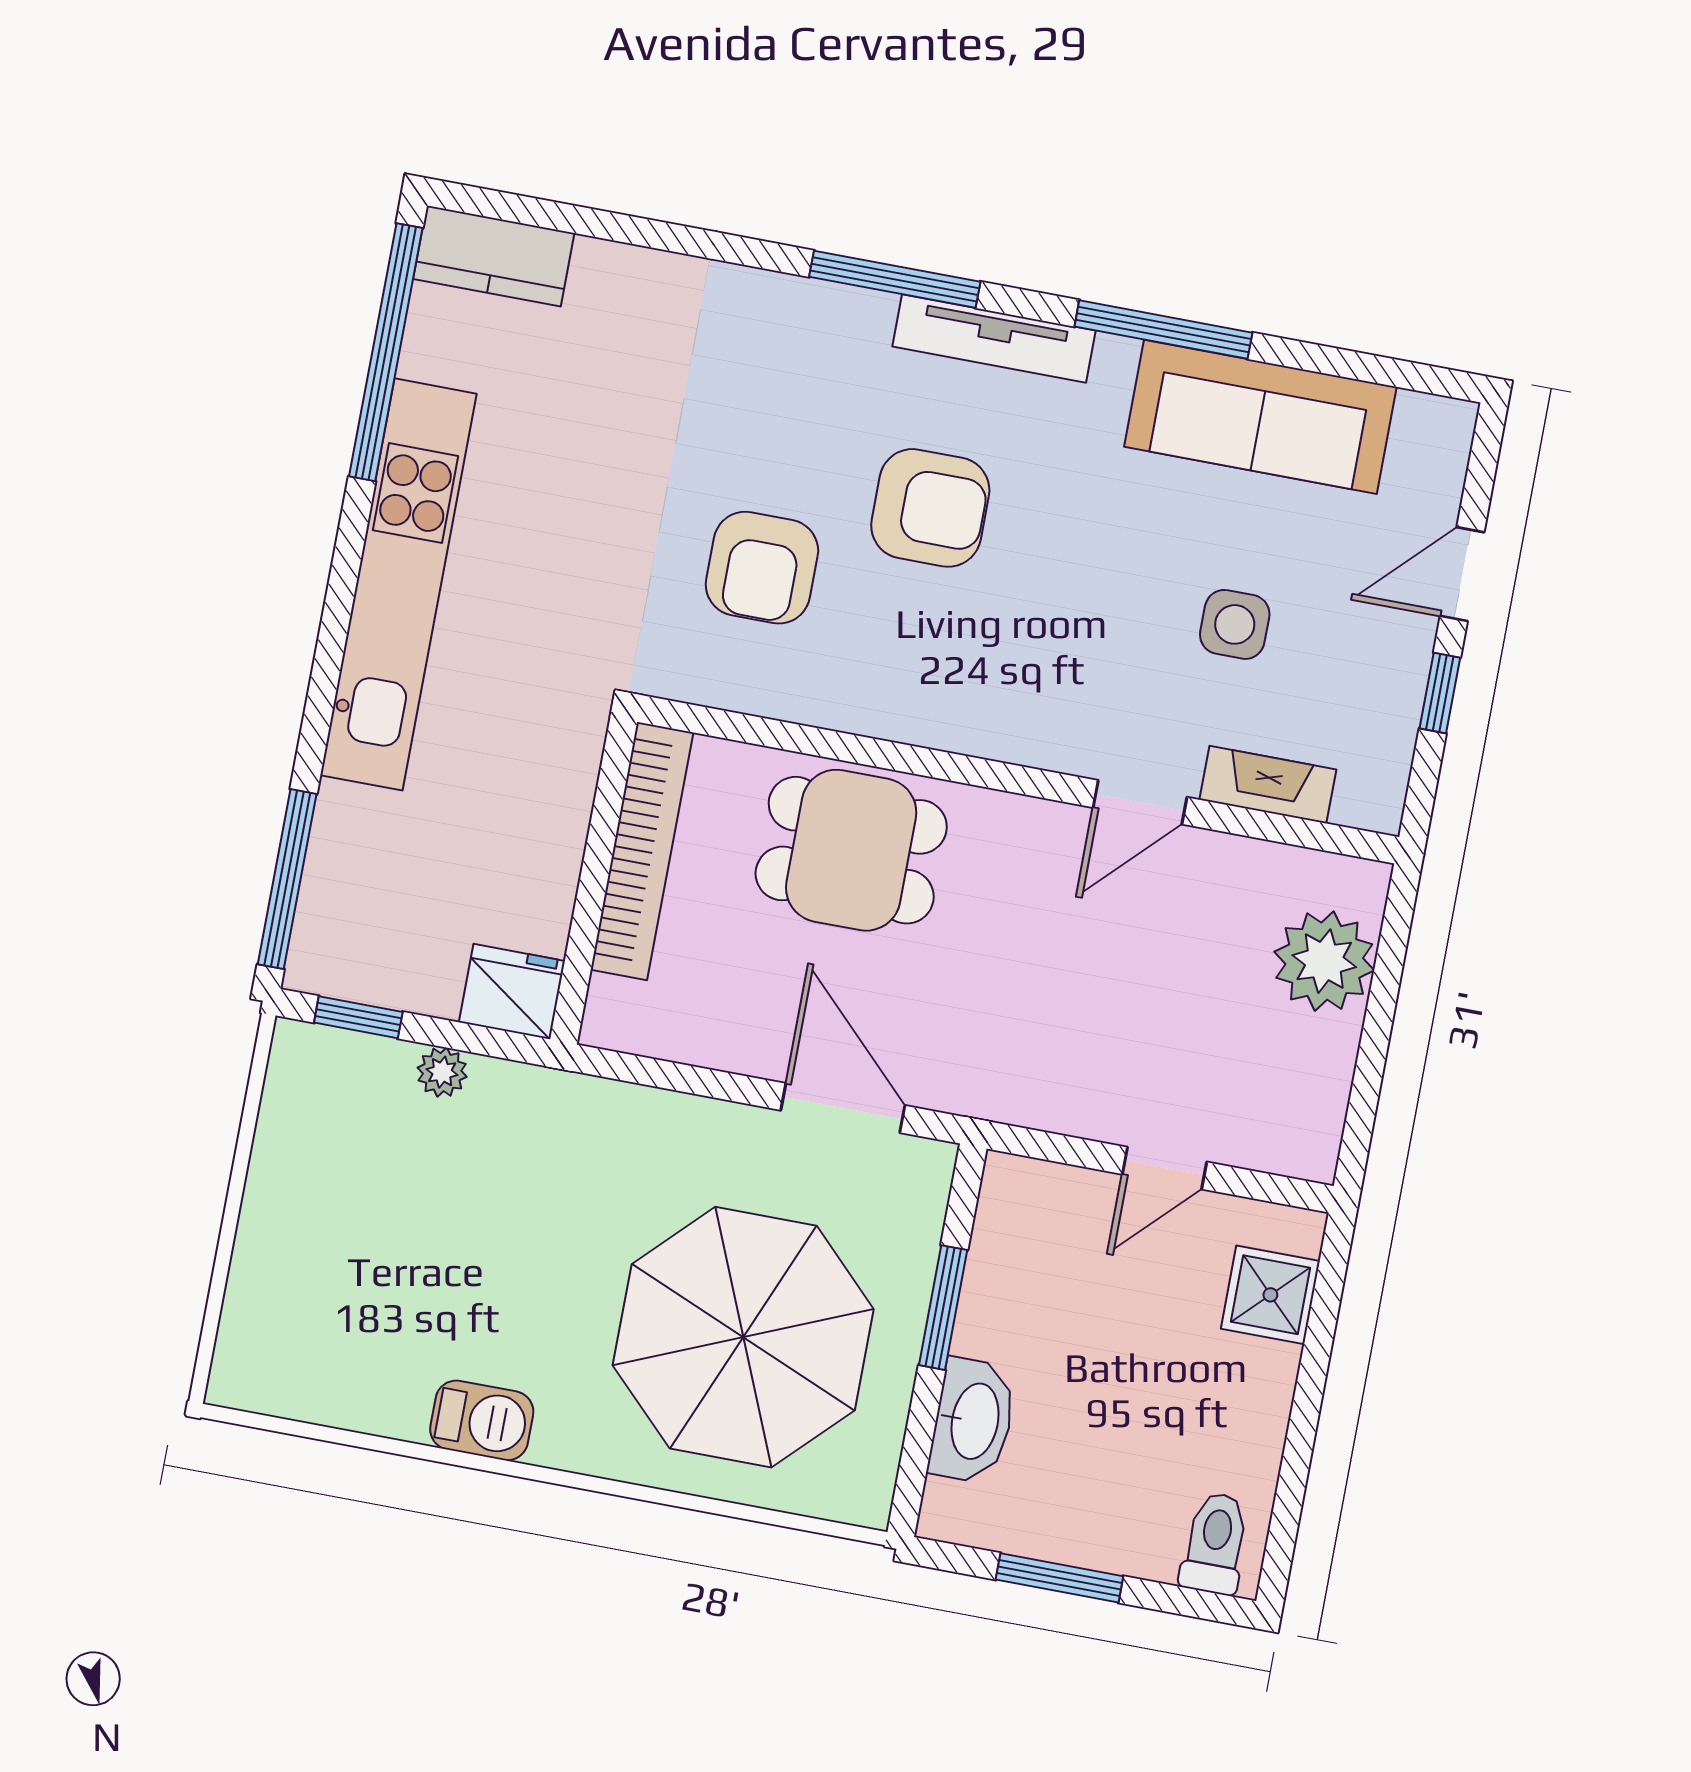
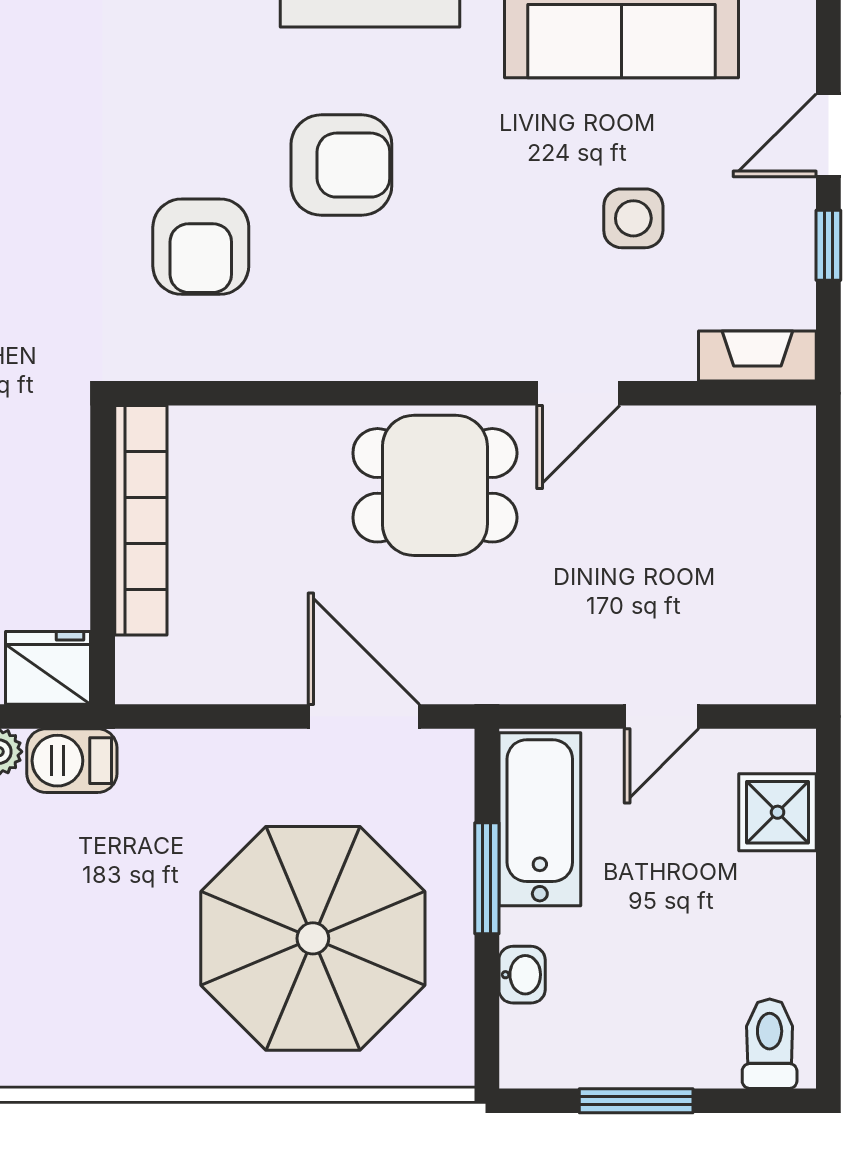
fireplace: (1268, 785) -> (757, 356), moved
dining table: (851, 850) -> (435, 485), moved
plant: (1324, 961) -> (770, 505), removed
bathtub: (1012, 1254) -> (540, 819), added
barbecue: (482, 1420) -> (72, 761), moved, turned 180
washbasin: (973, 1421) -> (522, 975), width x0.52, depth x0.69

